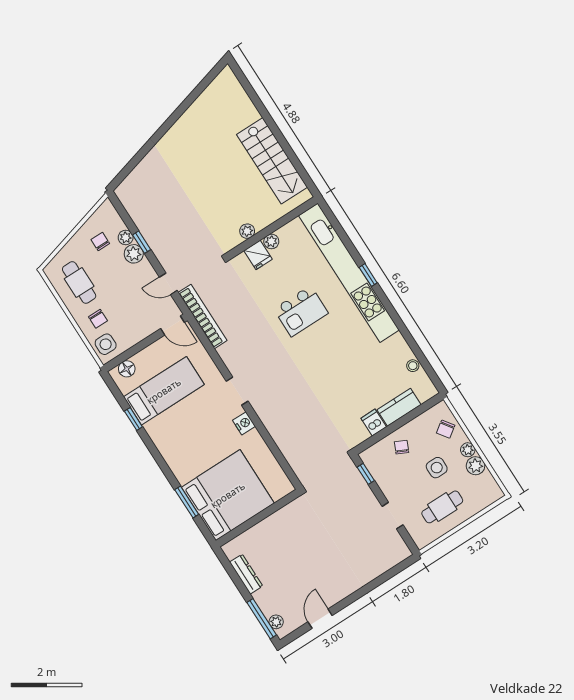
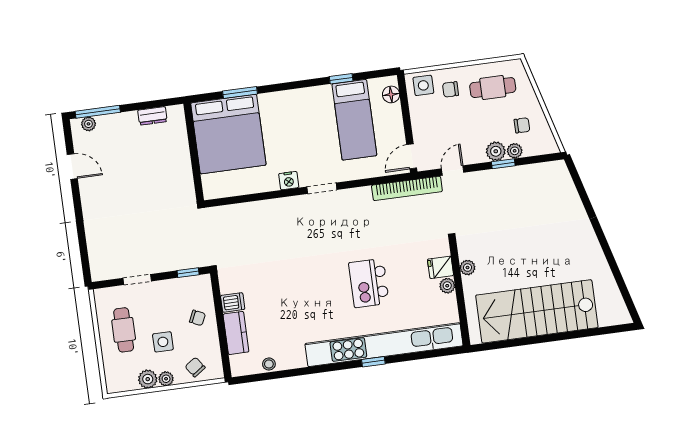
stairs: (272, 161) -> (537, 311), width x1.36, depth x1.51
dresser: (246, 574) -> (152, 116), width x0.70

